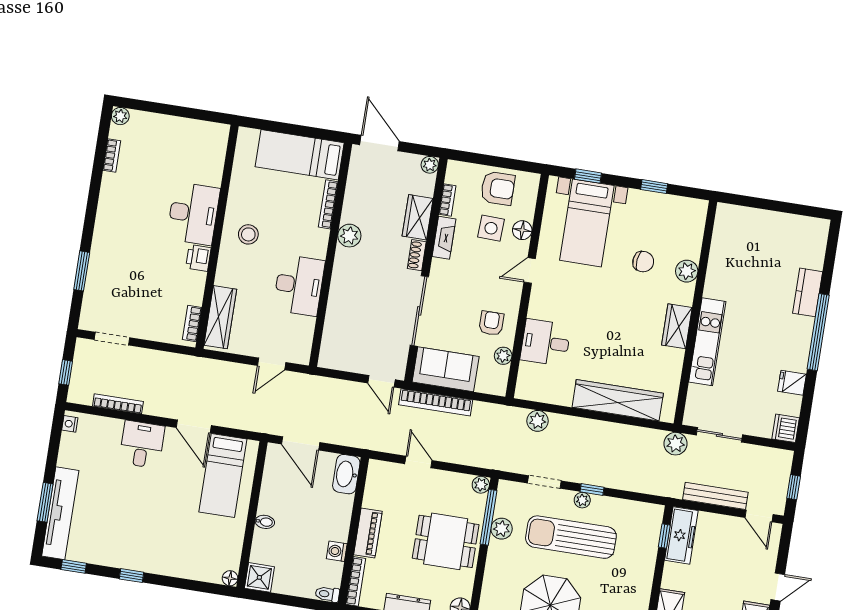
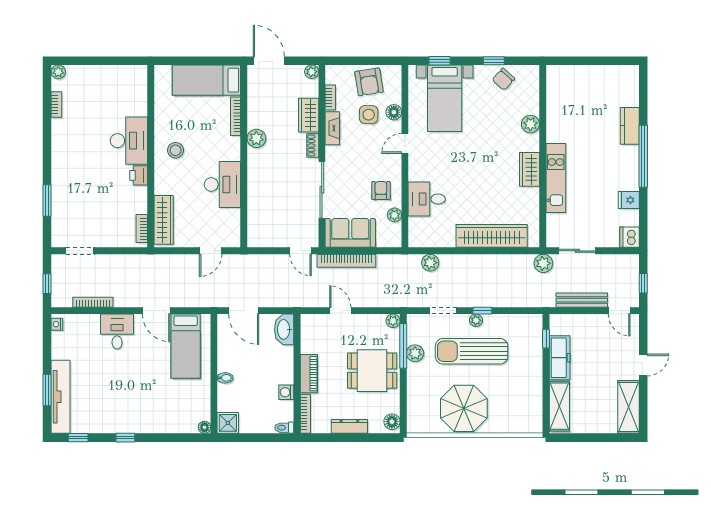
armchair: (498, 188) -> (369, 82), turned 81
chair: (643, 262) -> (503, 79), moved, turned 126
freezer: (681, 535) -> (560, 358), moved

